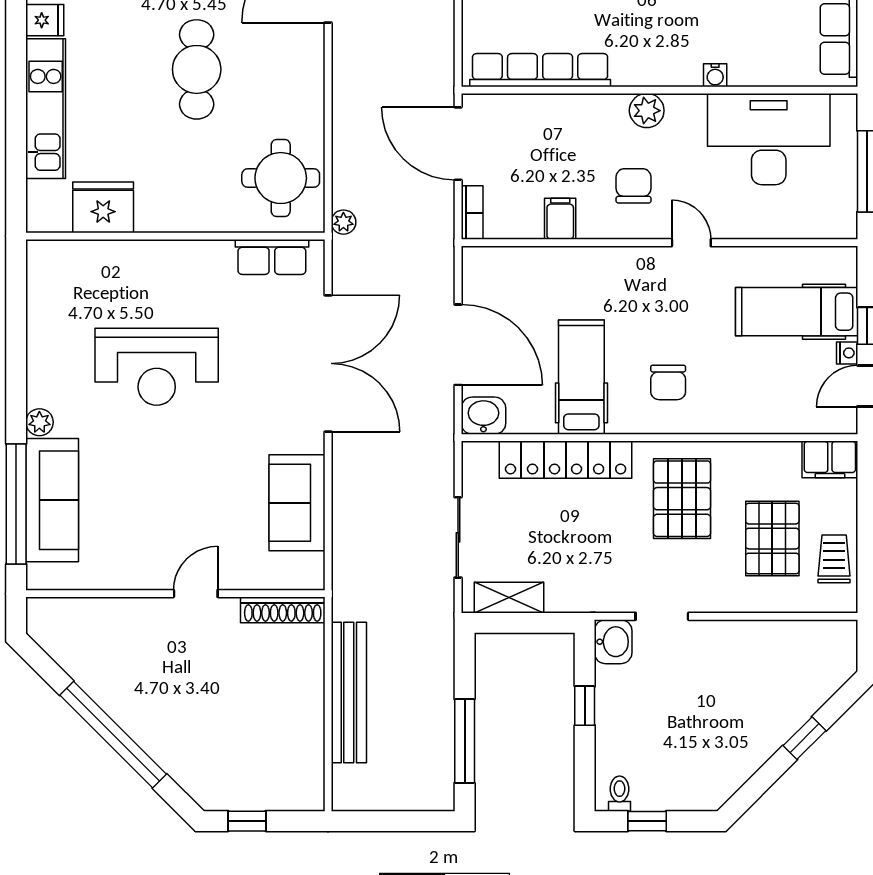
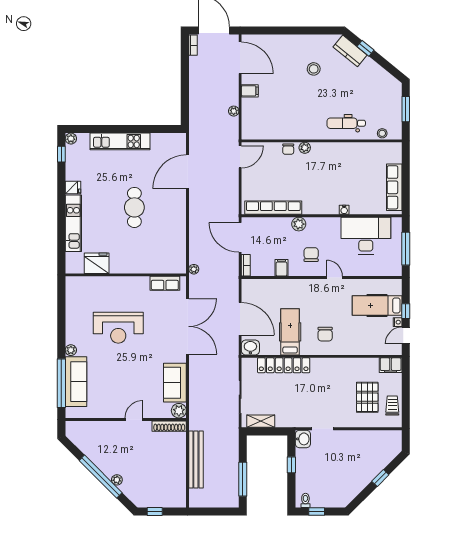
plant: (647, 111) -> (299, 224), moved
round table: (281, 178) -> (168, 251), removed
pallet: (682, 499) -> (331, 381), removed
plant: (307, 572) -> (179, 411), added
plant: (153, 743) -> (117, 480), added

